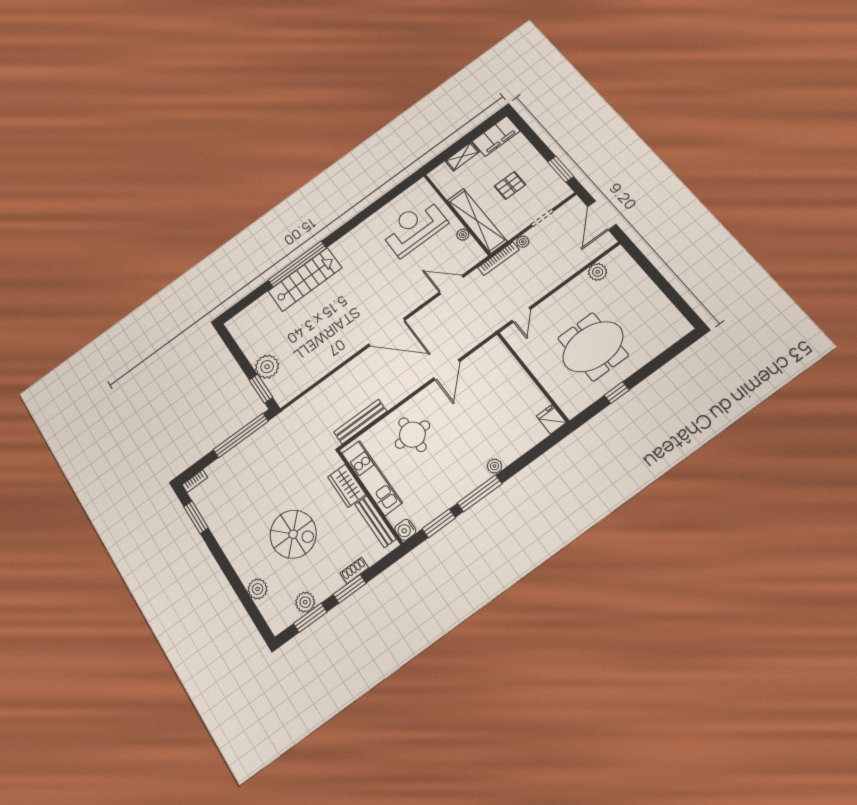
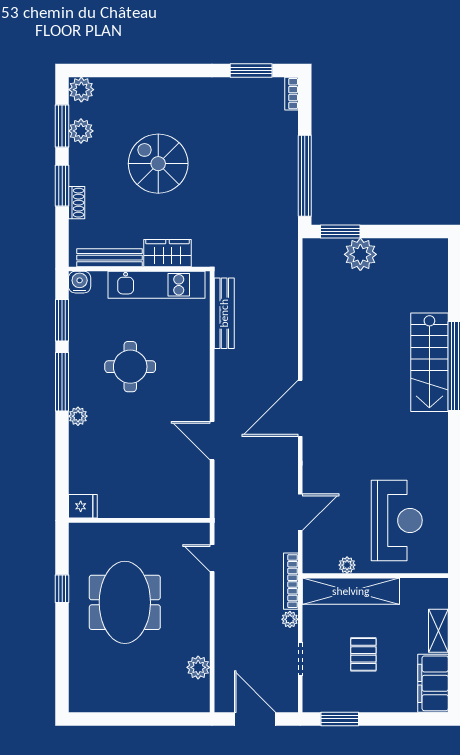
round table: (412, 435) -> (130, 367), moved
spiral stairs: (293, 534) -> (158, 164), turned 90
plant: (258, 589) -> (81, 90), moved

